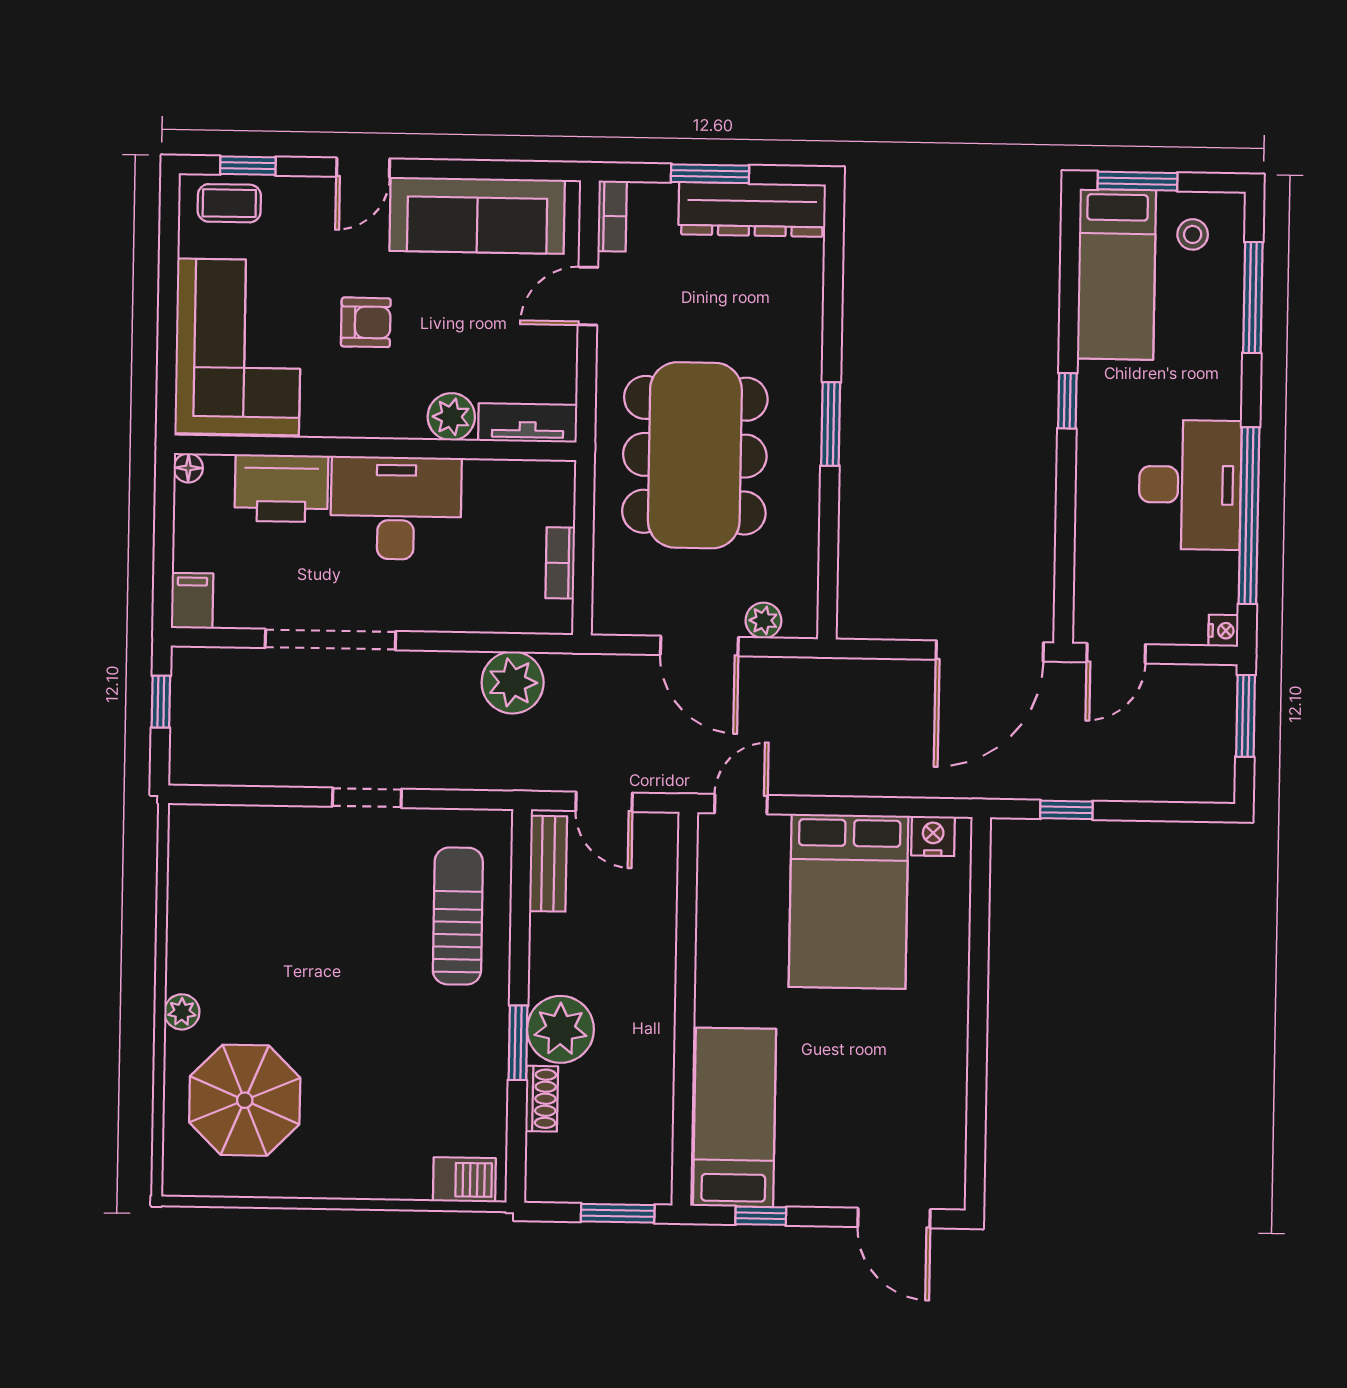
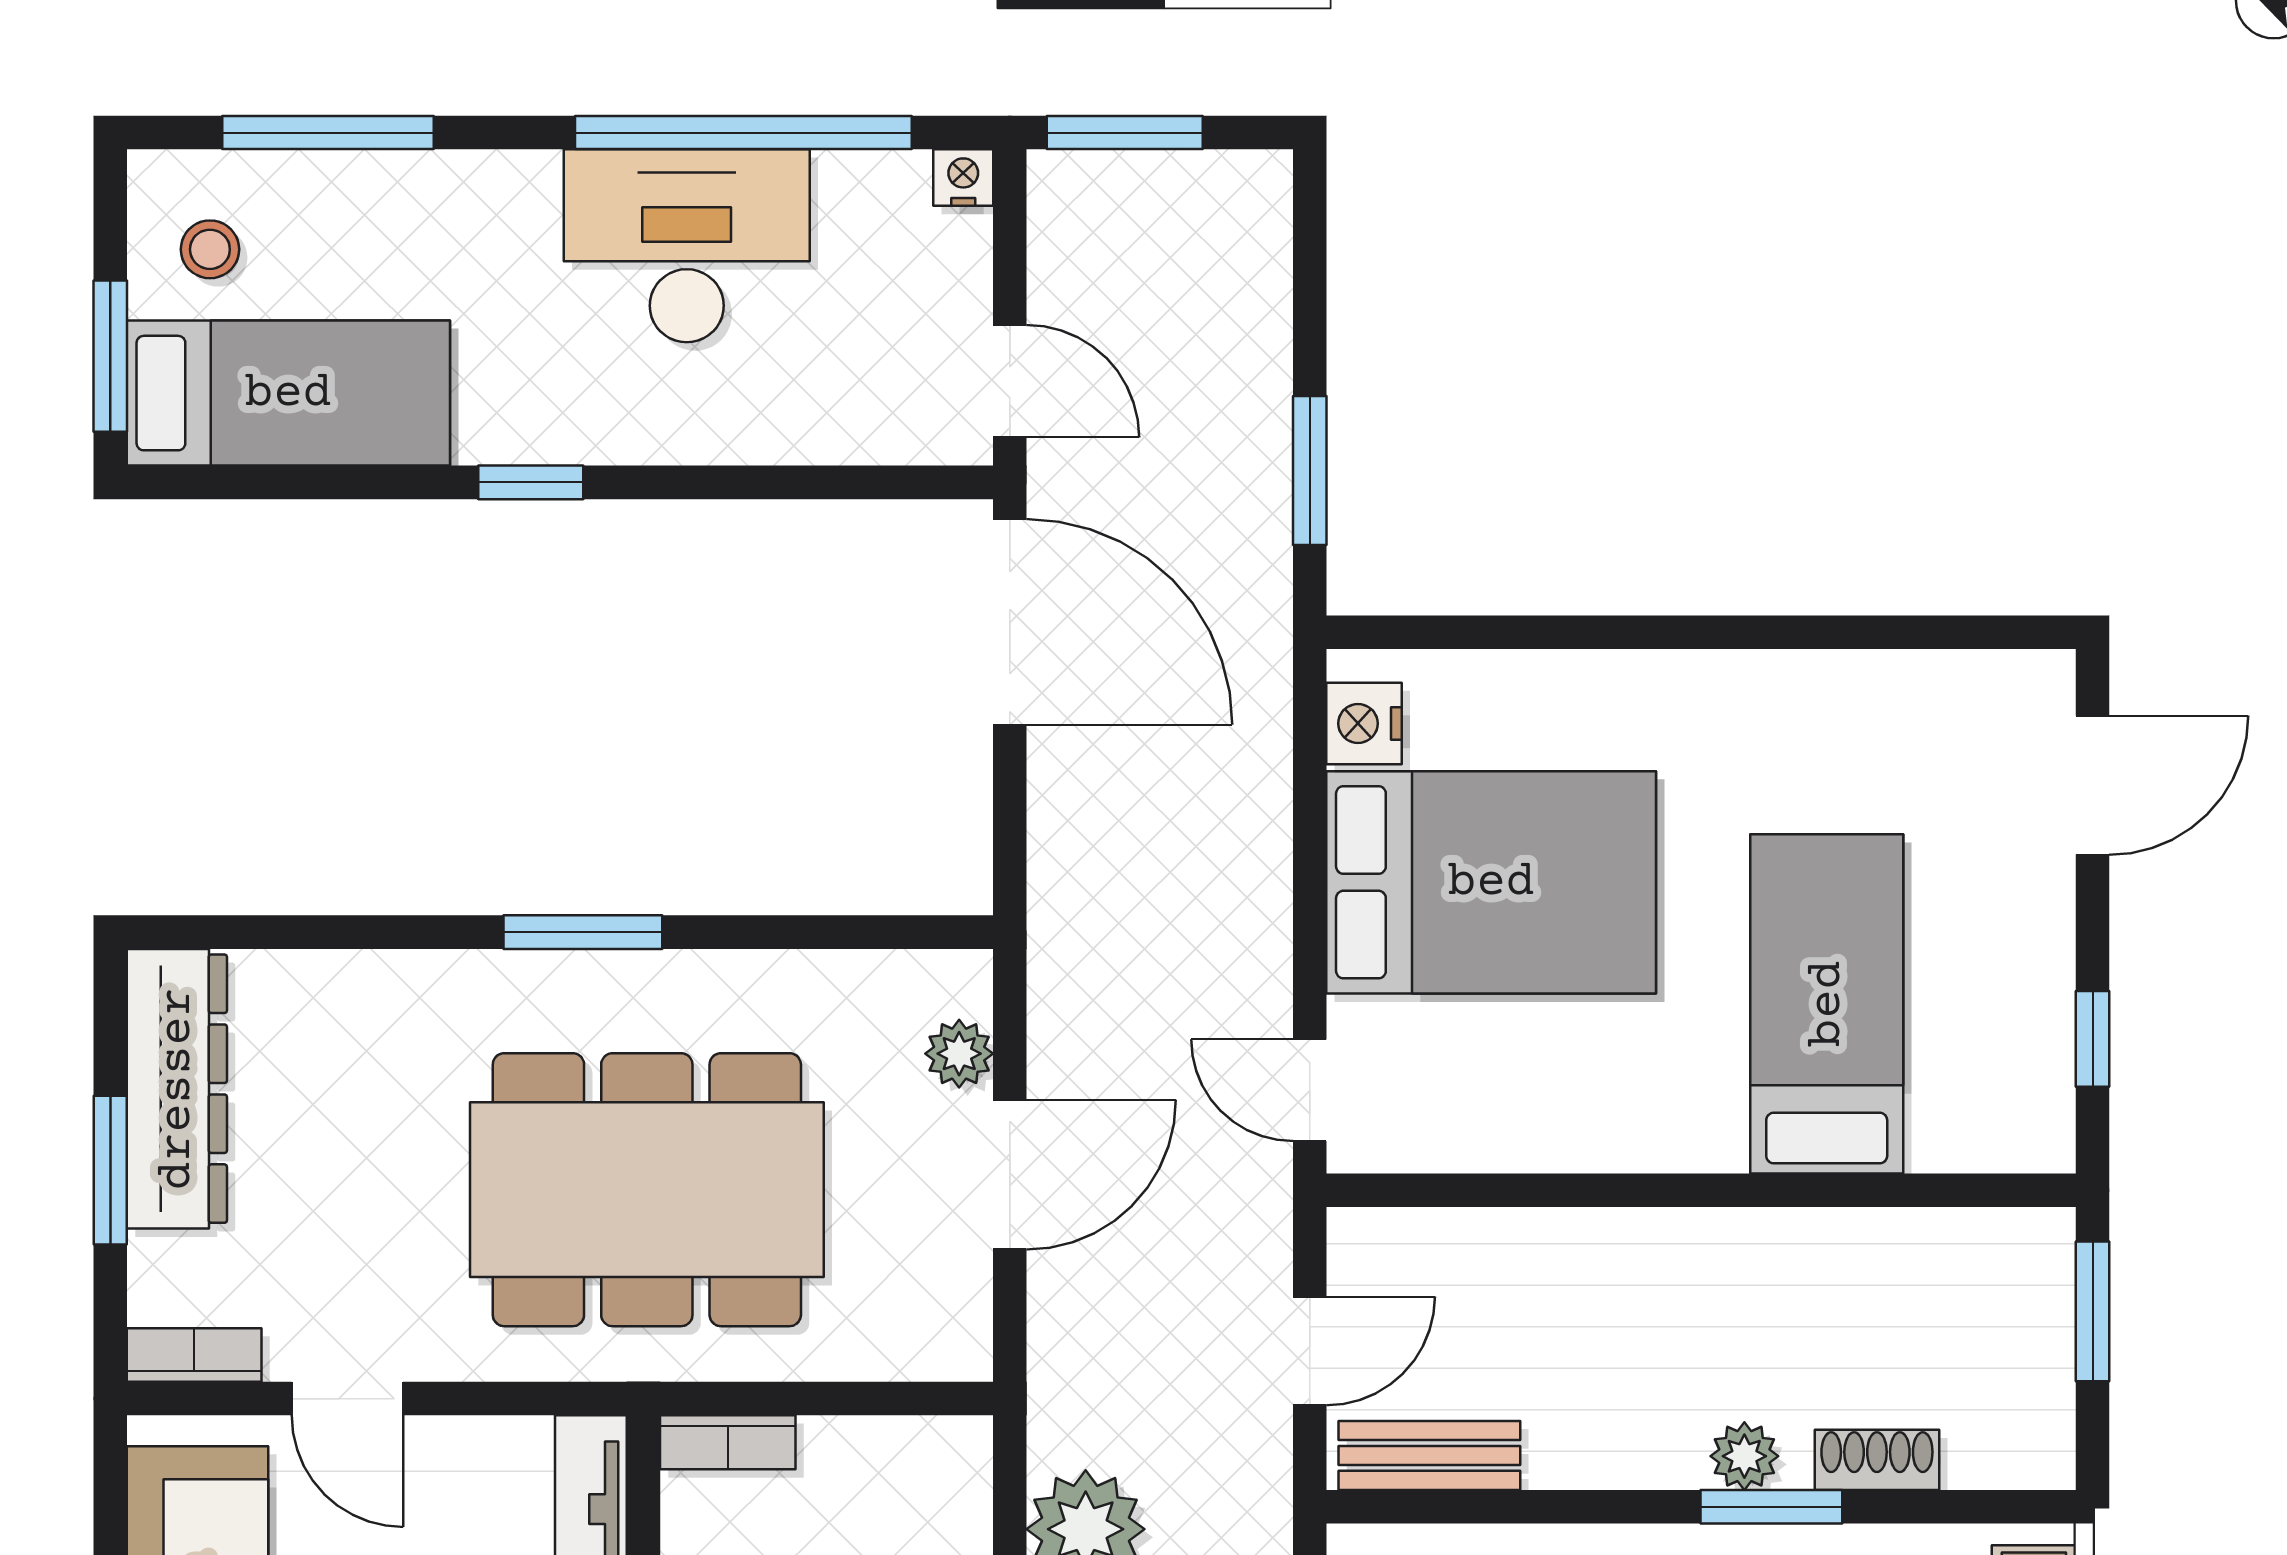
bookcase: (560, 563) -> (728, 1442), moved
window: (1066, 810) -> (1310, 470), width x1.50
plant: (560, 1029) -> (1744, 1456), width x0.53, depth x0.53
bed: (734, 1117) -> (1827, 1004), moved, turned 90

